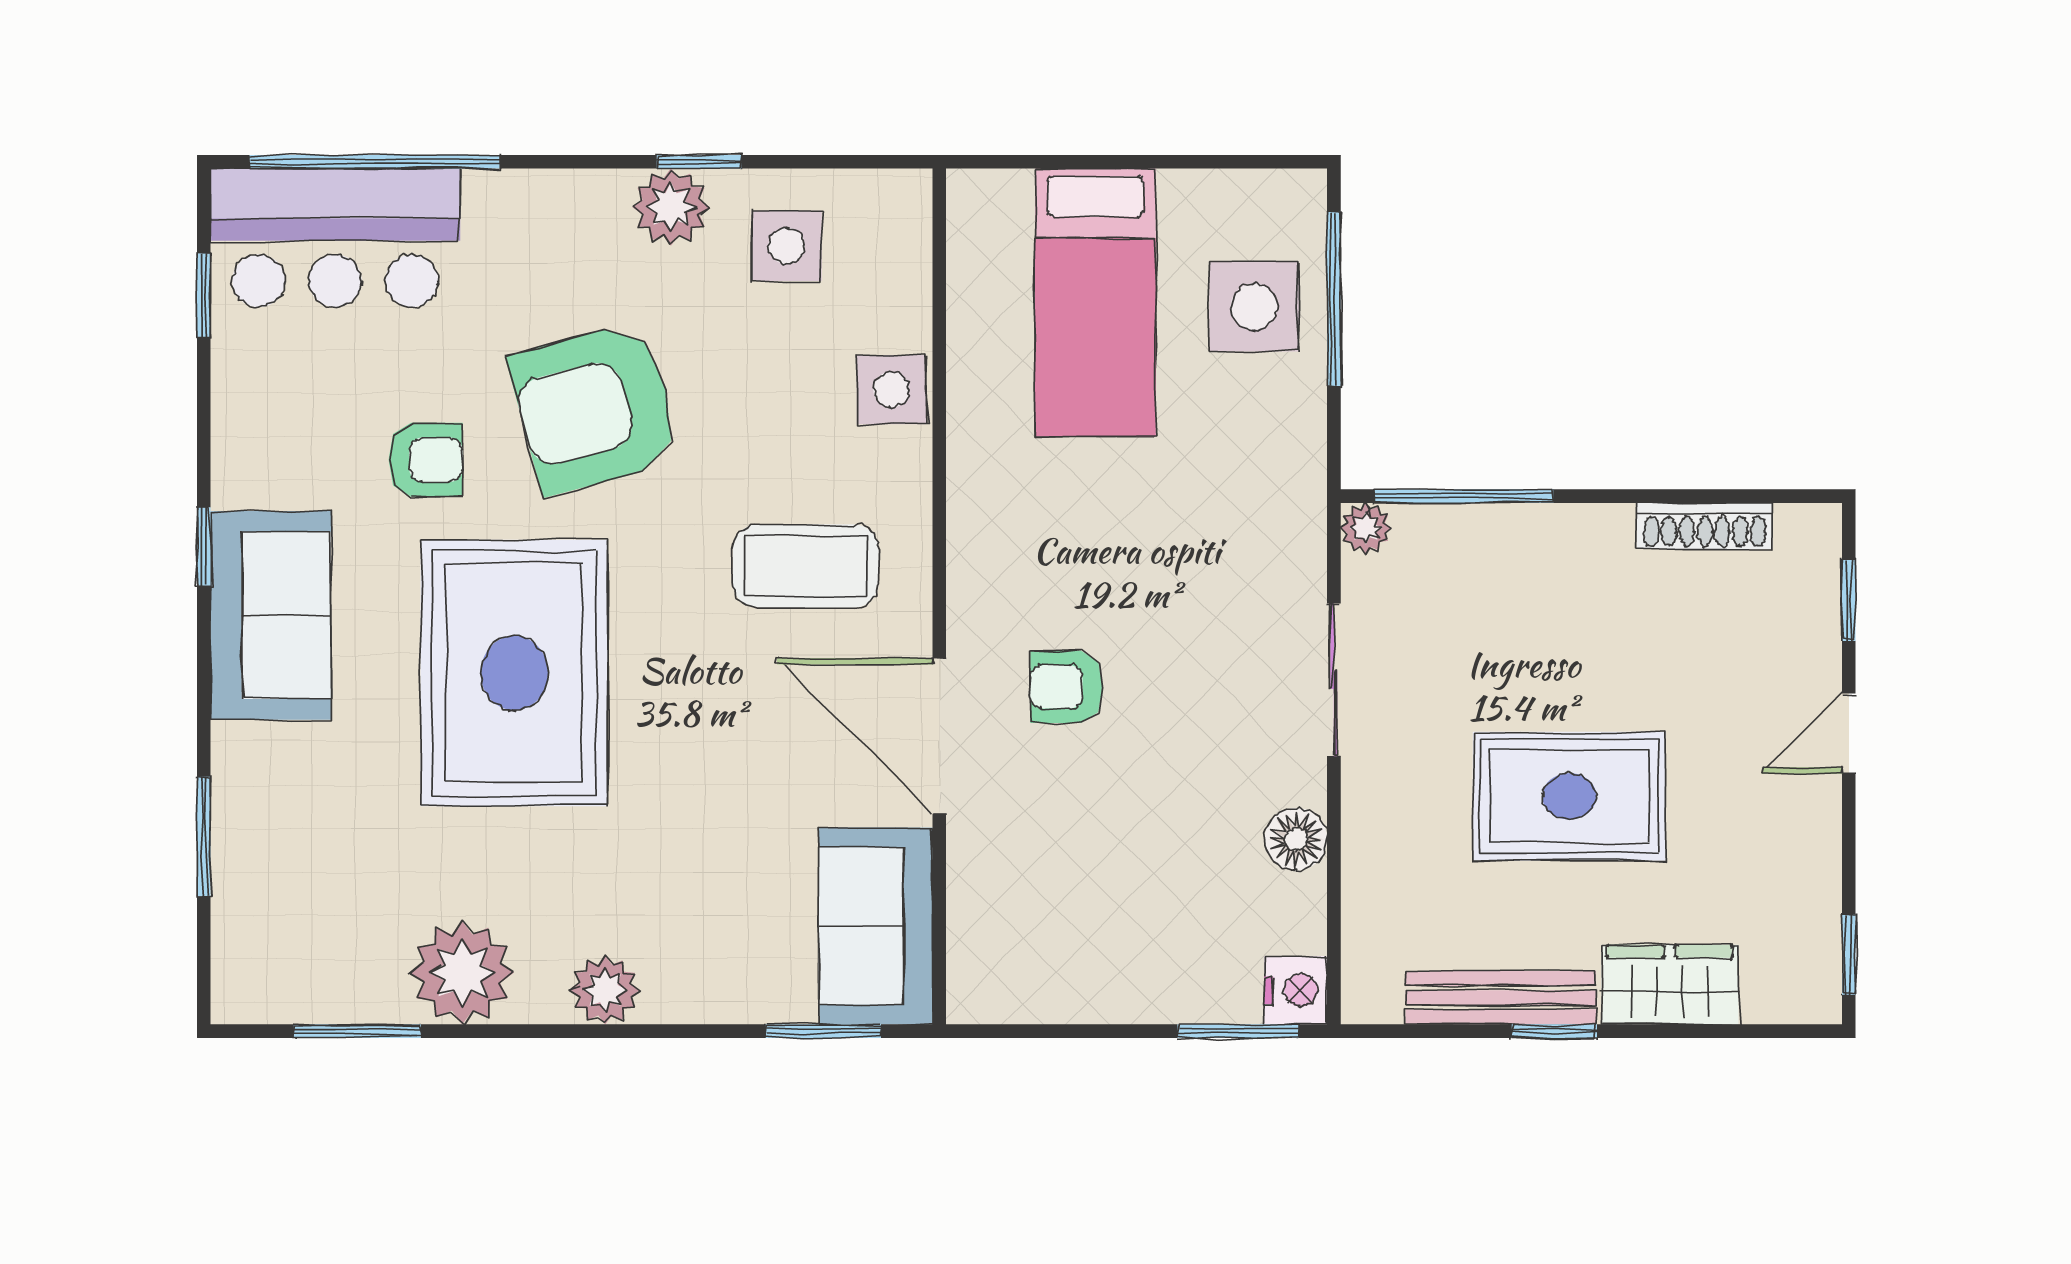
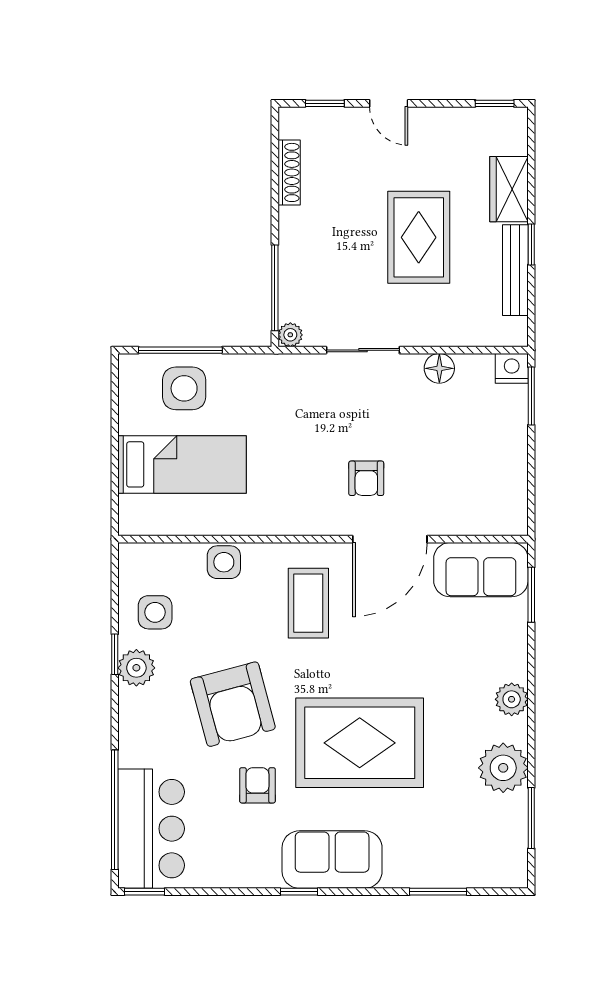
window: (204, 295) -> (144, 892), moved

